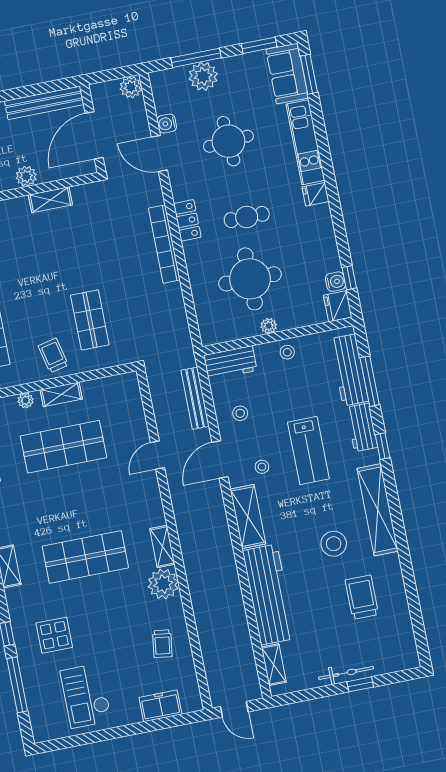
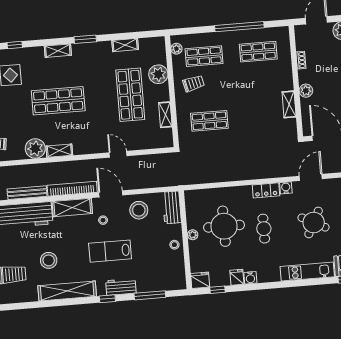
water cooler: (167, 124) -> (286, 188), moved
round table: (228, 141) -> (314, 222), turned 31
fridge: (315, 194) -> (237, 277), moved
bookcase: (164, 244) -> (72, 189), moved
water cooler: (335, 282) -> (250, 278), moved
trolley: (53, 355) -> (194, 83), moved
workbench: (349, 370) -> (159, 283), removed
shelving: (61, 394) -> (165, 115), moved
bench: (195, 398) -> (27, 193), moved
plant: (26, 400) -> (158, 74), width x1.88, depth x1.88
stool: (240, 413) -> (139, 210), width x1.89, depth x1.89
shop shelf: (85, 557) -> (58, 101), turned 90

